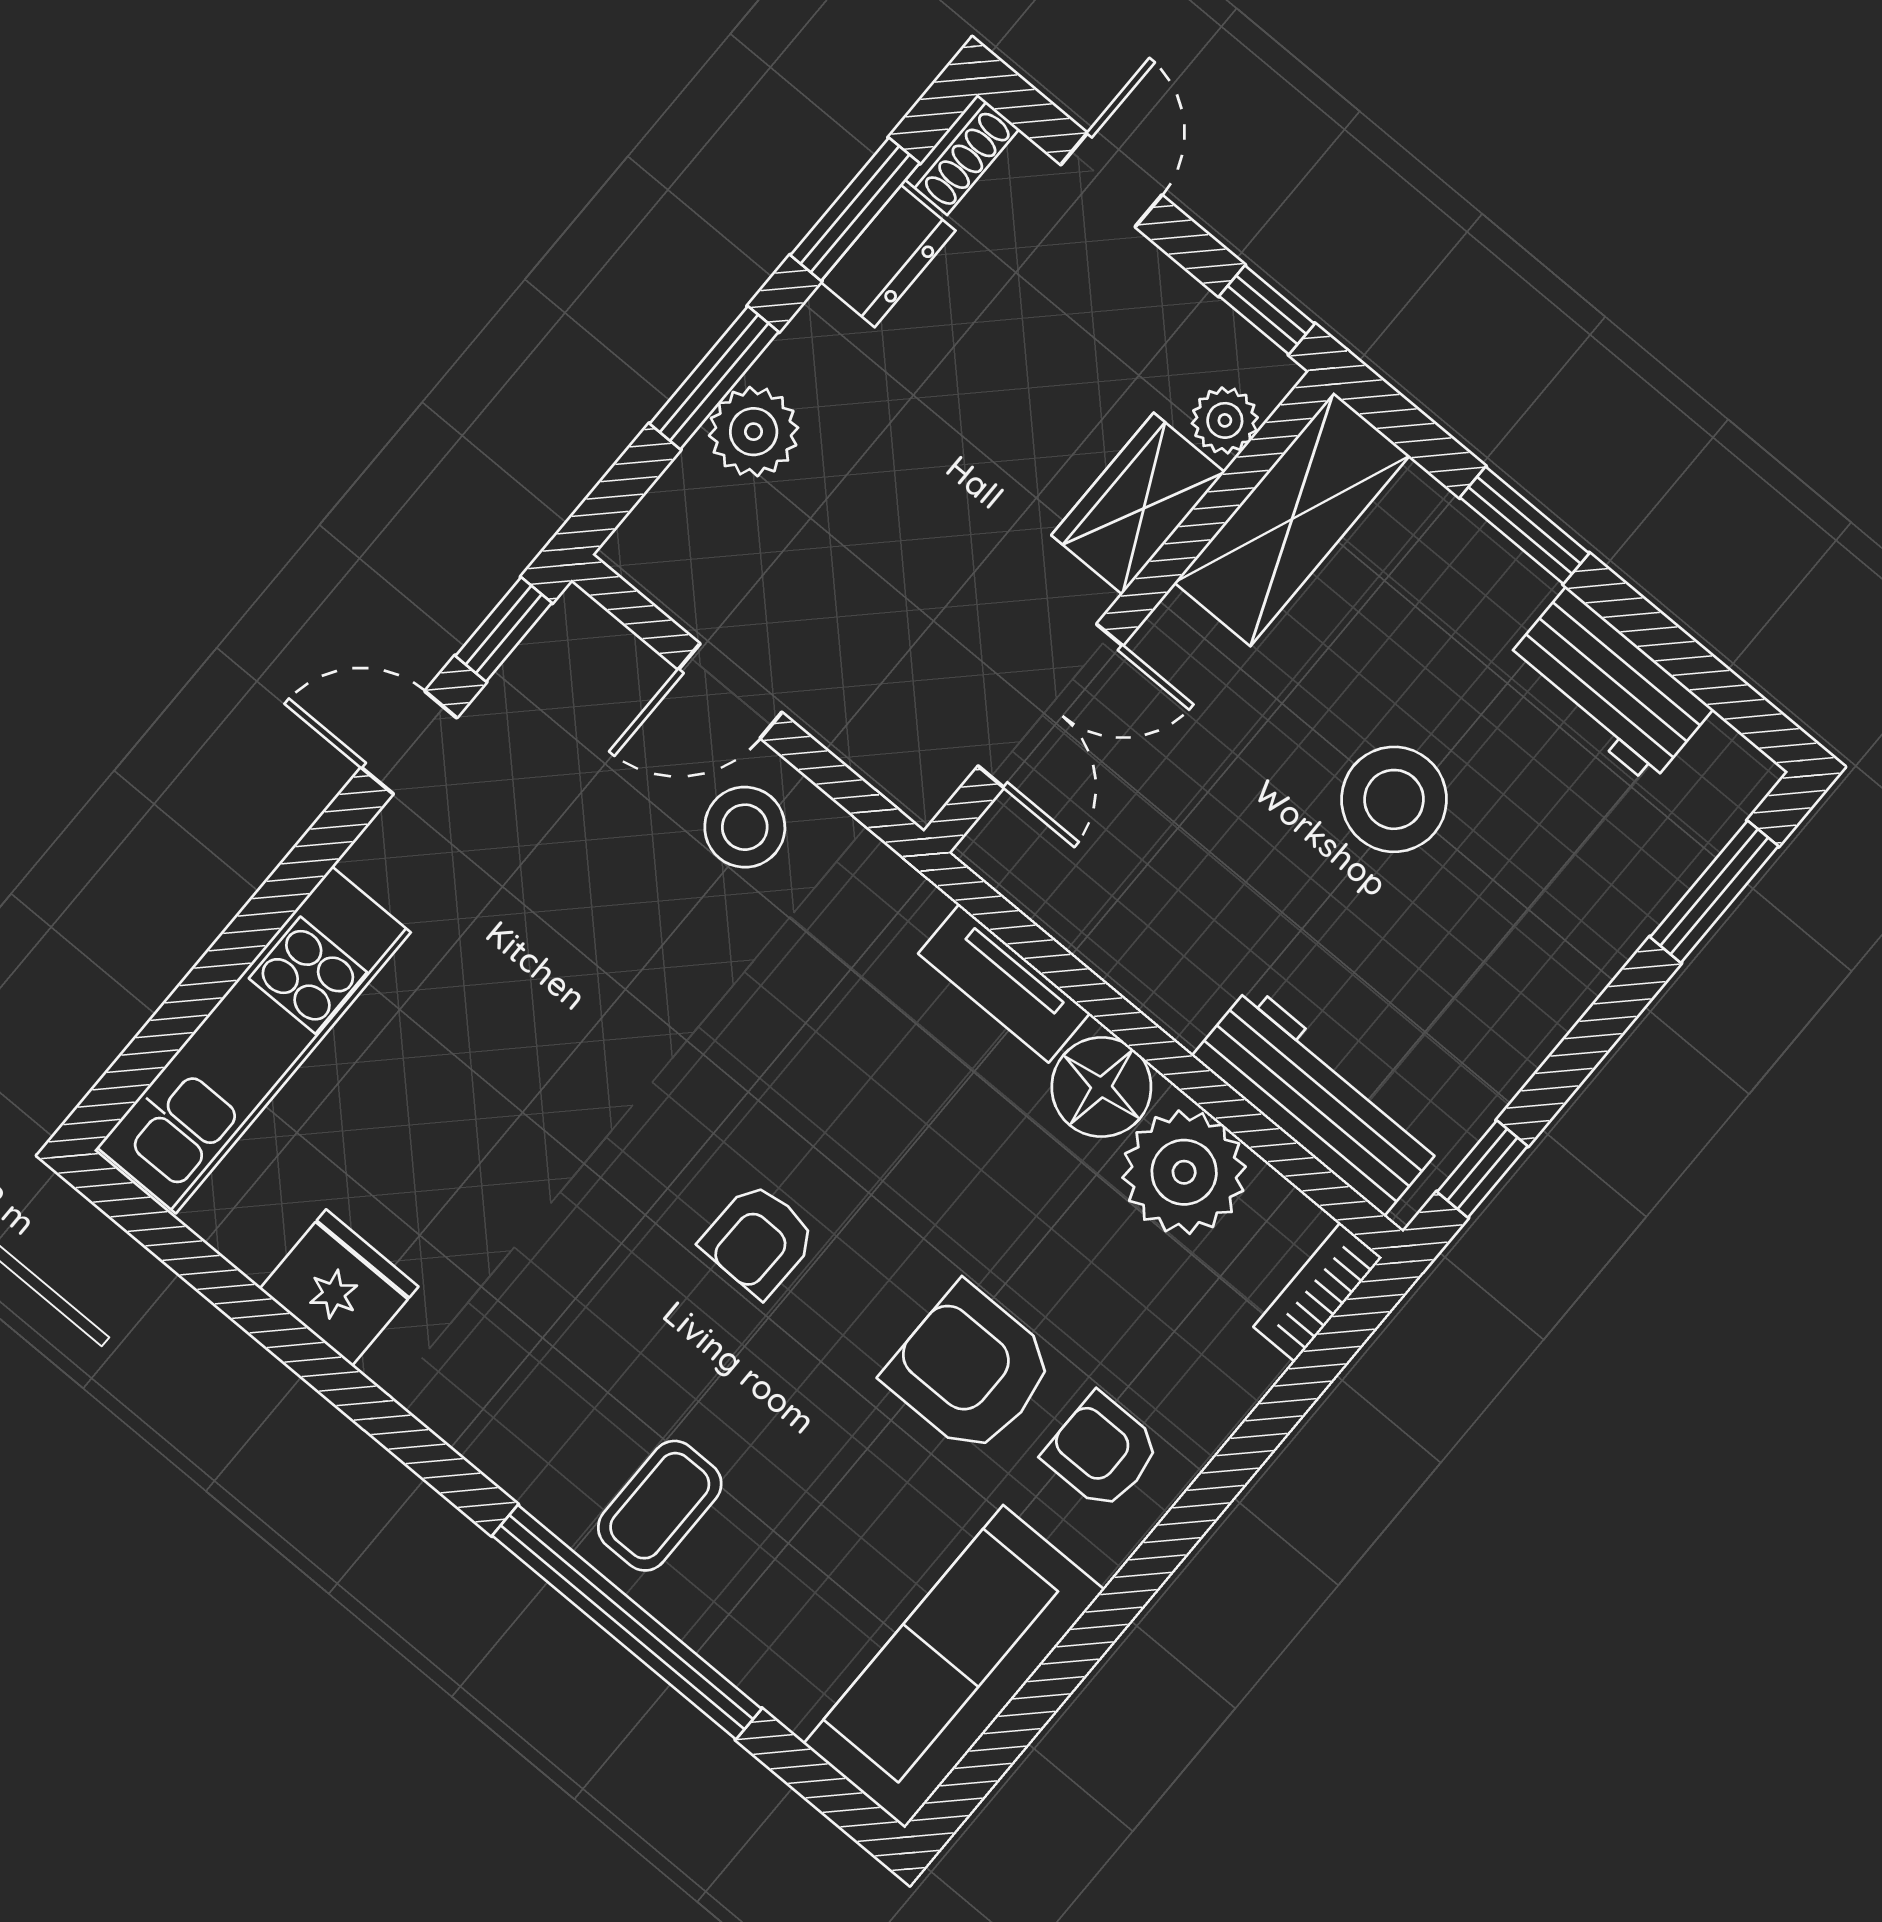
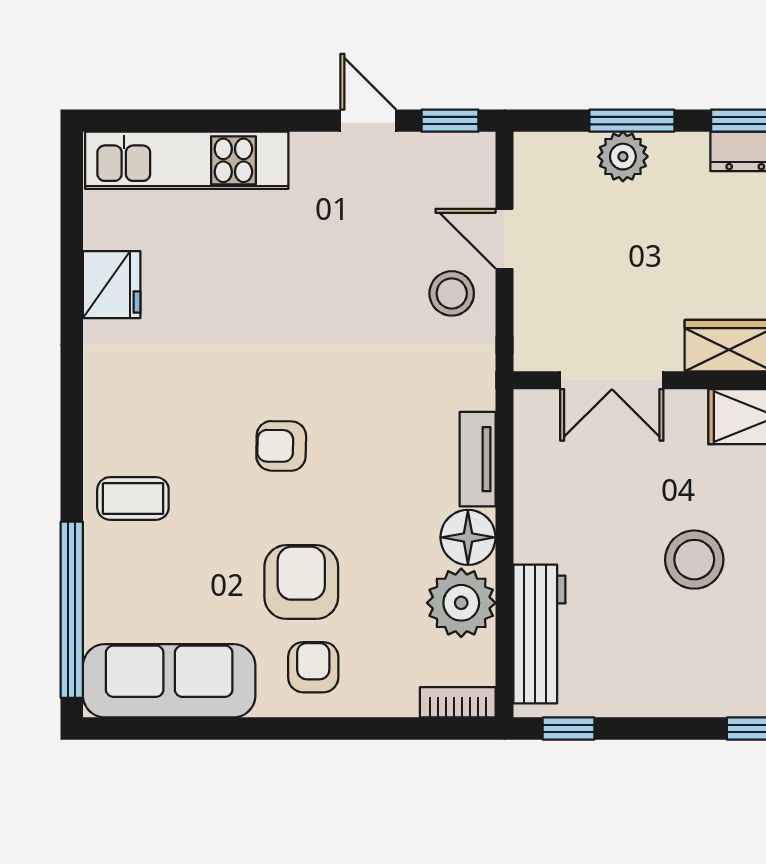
window: (627, 1622) -> (72, 610), moved

